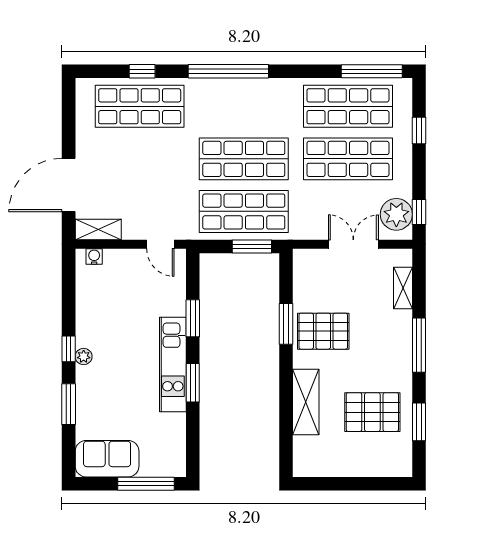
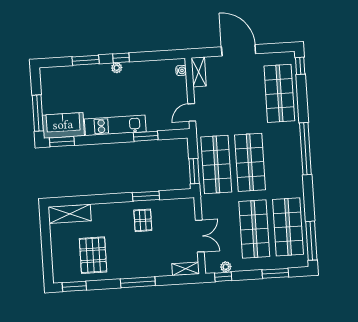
window: (142, 71) -> (300, 66), moved
window: (419, 131) -> (275, 273), width x1.50
door: (69, 185) -> (239, 50), moved
plant: (396, 214) -> (226, 267), width x0.53, depth x0.53
shelving: (403, 288) -> (186, 269), moved
pallet: (323, 331) -> (143, 220), width x0.67, depth x0.71
window: (193, 383) -> (62, 142), moved
shelving: (306, 402) -> (70, 214), moved
window: (419, 422) -> (74, 286), moved
sofa: (107, 459) -> (63, 125), moved, turned -90

